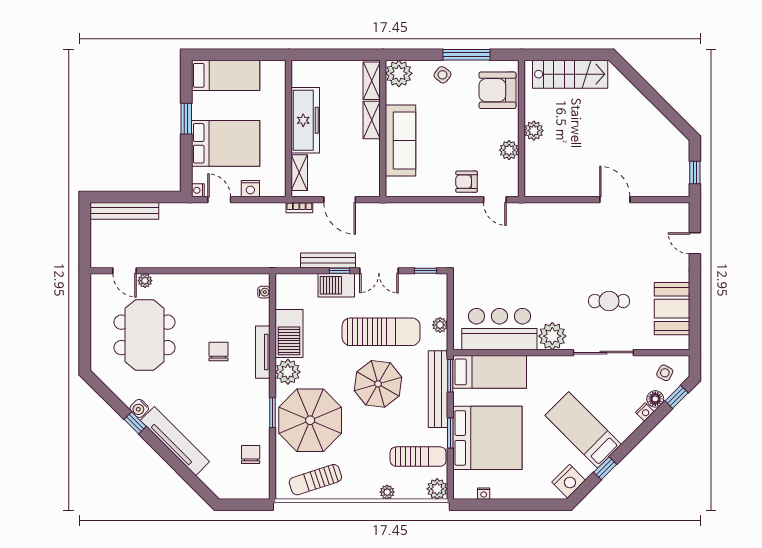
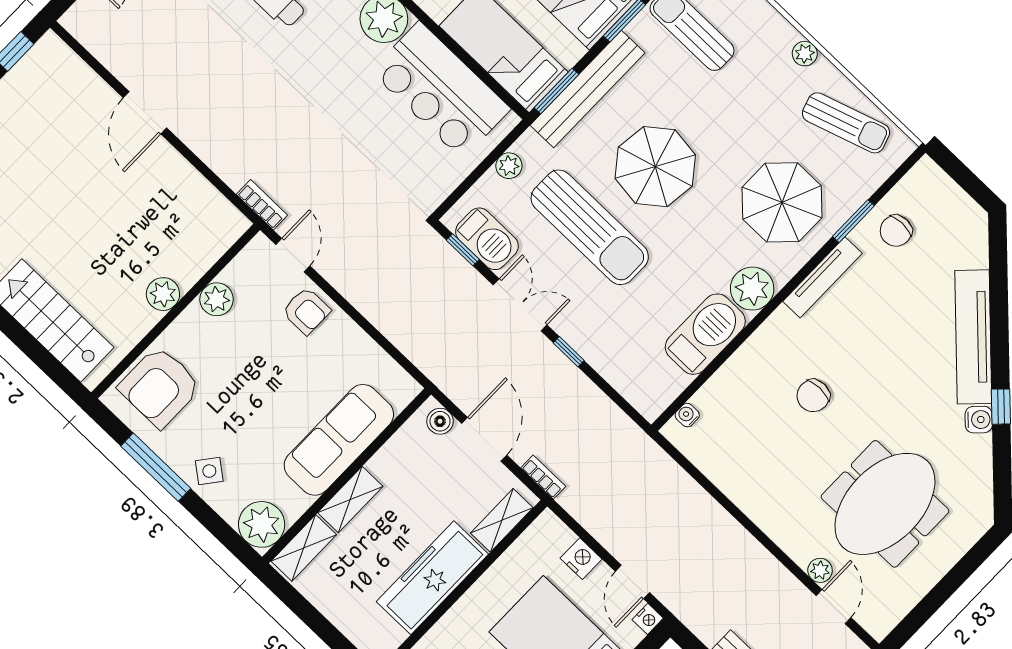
armchair: (498, 90) -> (160, 387), turned 90
boiler: (365, 189) -> (440, 421), added
bookcase: (528, 208) -> (262, 205), added
bench: (328, 260) -> (570, 378), removed
barbecue: (336, 285) -> (487, 239), moved
sun lounger: (381, 332) -> (590, 227), turned 180
tv unit: (263, 352) -> (822, 277), moved
window: (272, 413) -> (853, 221), moved
parasol: (310, 420) -> (782, 202), width x0.73, depth x0.73
plant: (387, 492) -> (805, 54), moved

